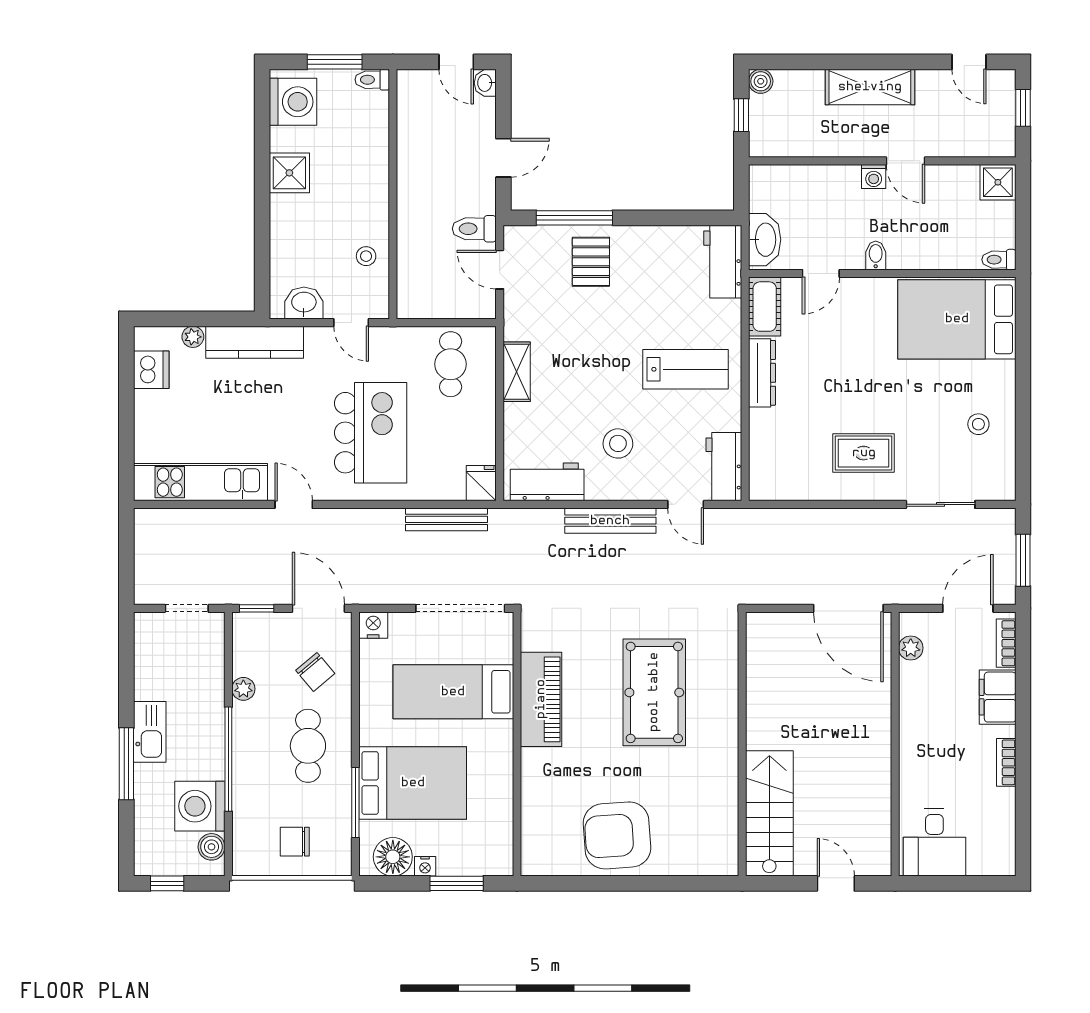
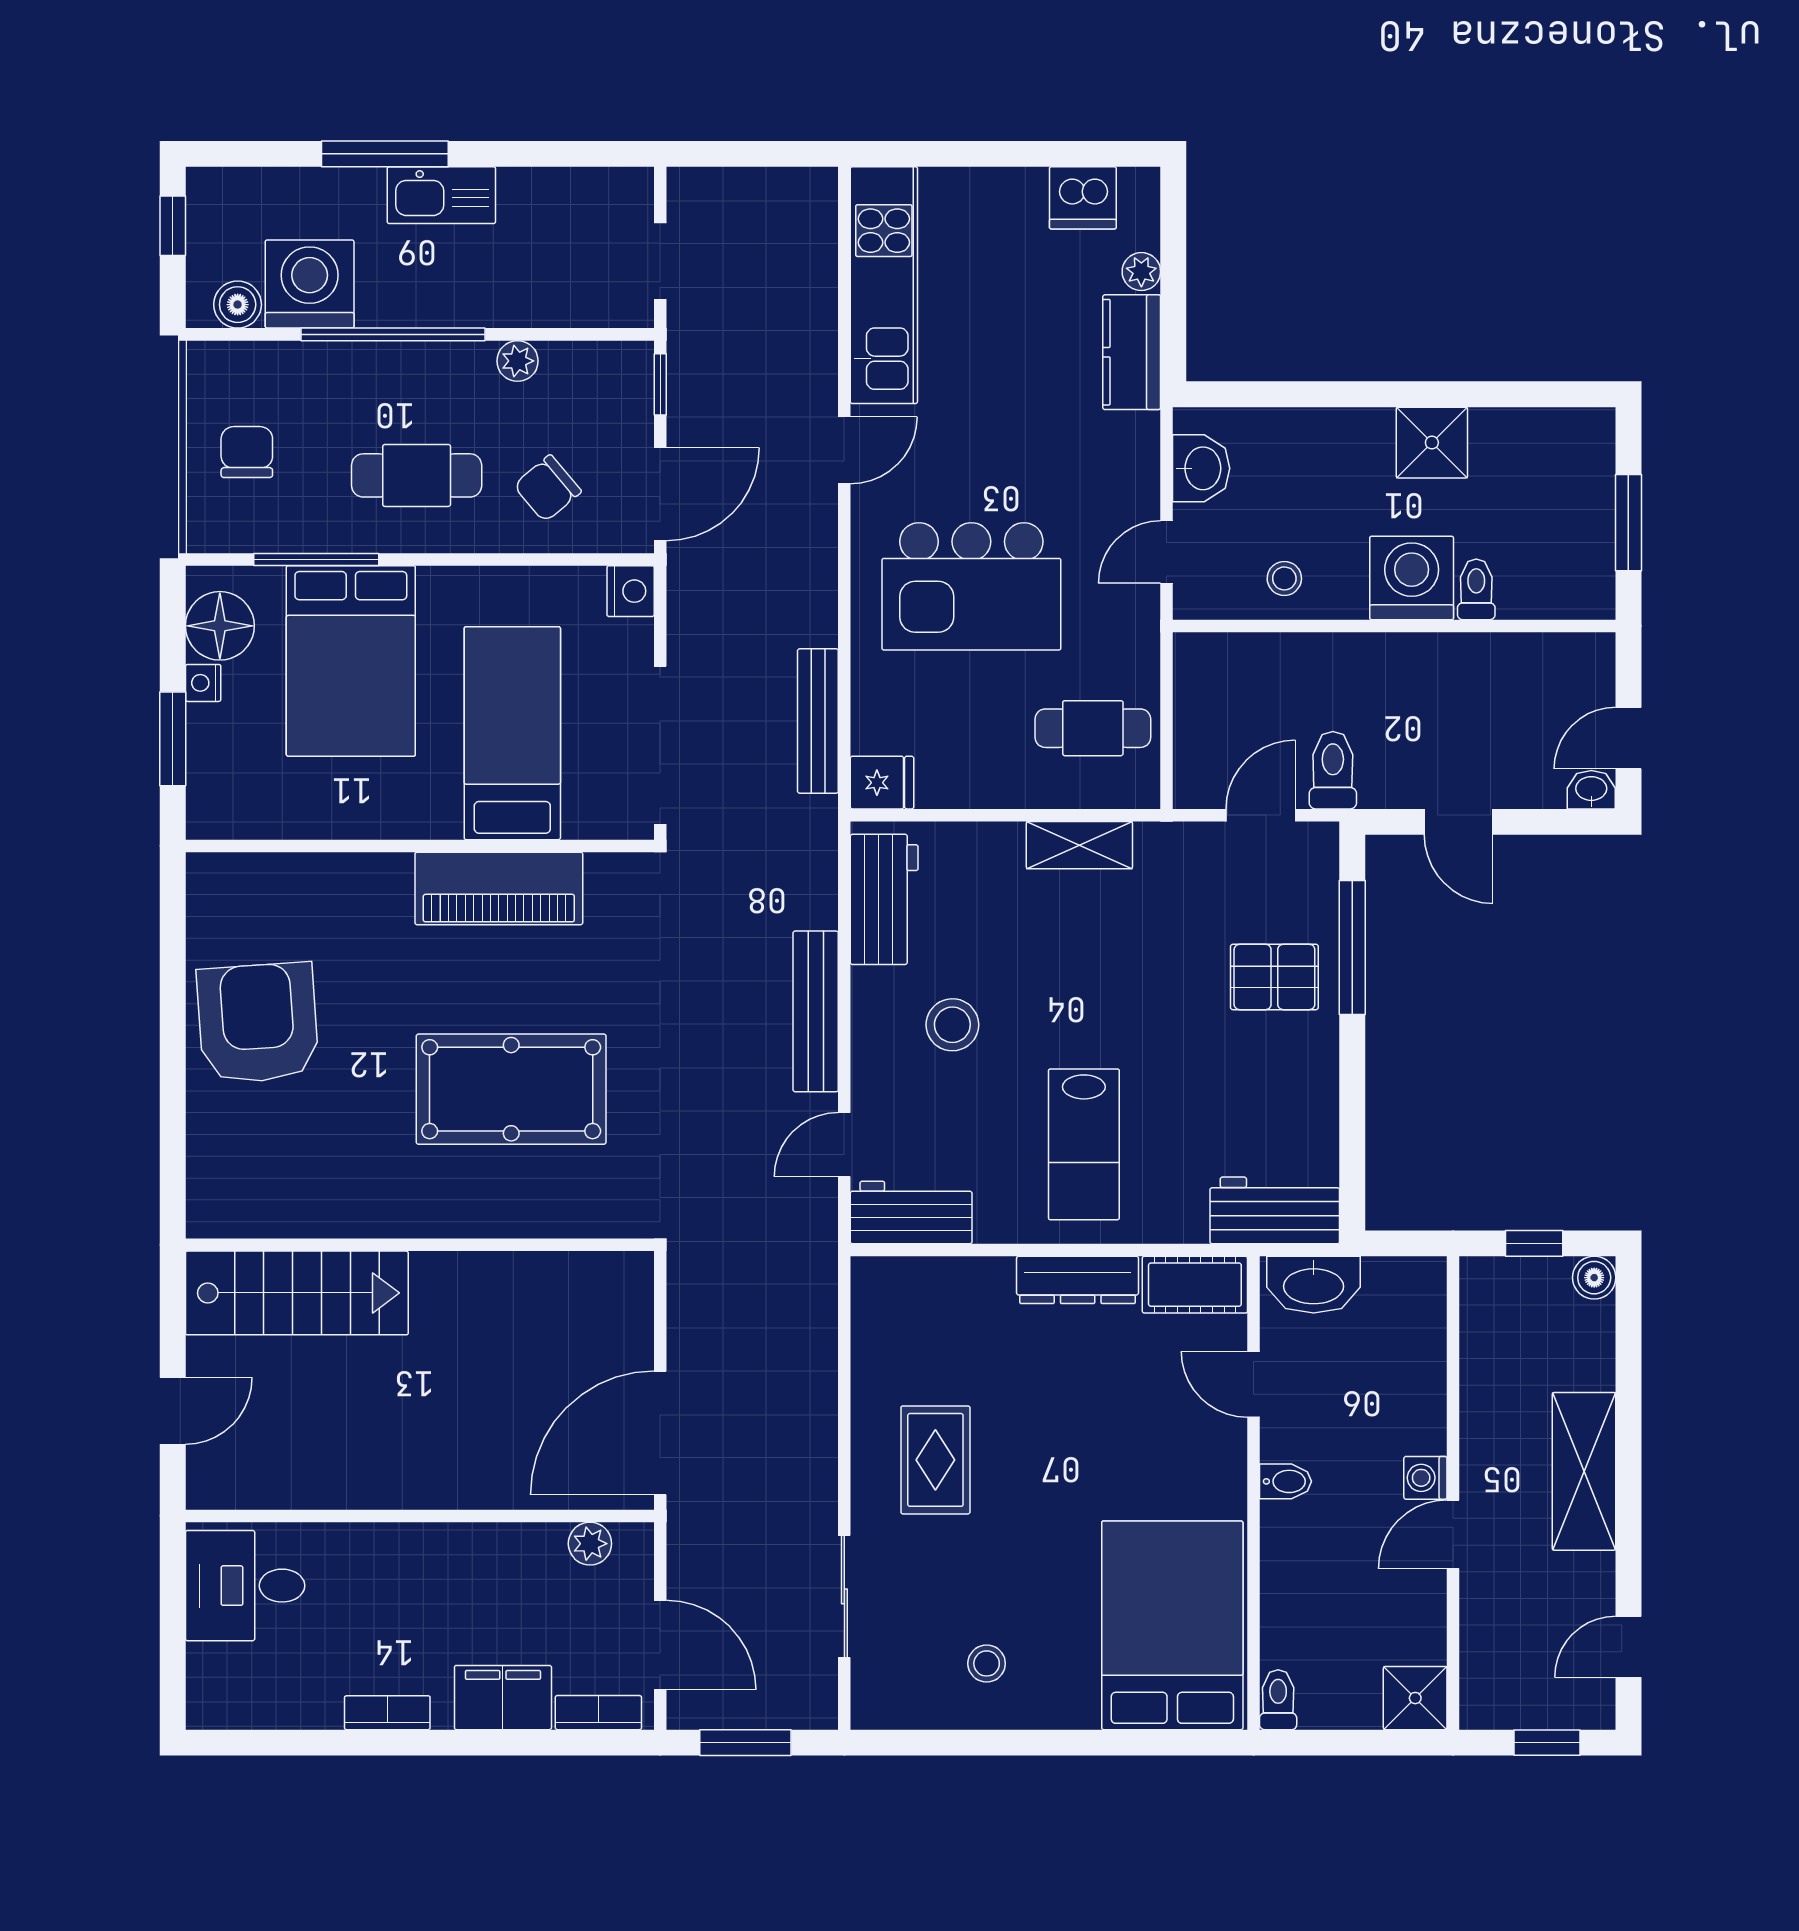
toilet: (372, 80) -> (1476, 589), moved
washing machine: (293, 102) -> (1412, 578), moved, turned 180
kitchen counter: (255, 342) -> (1132, 352), width x0.67

